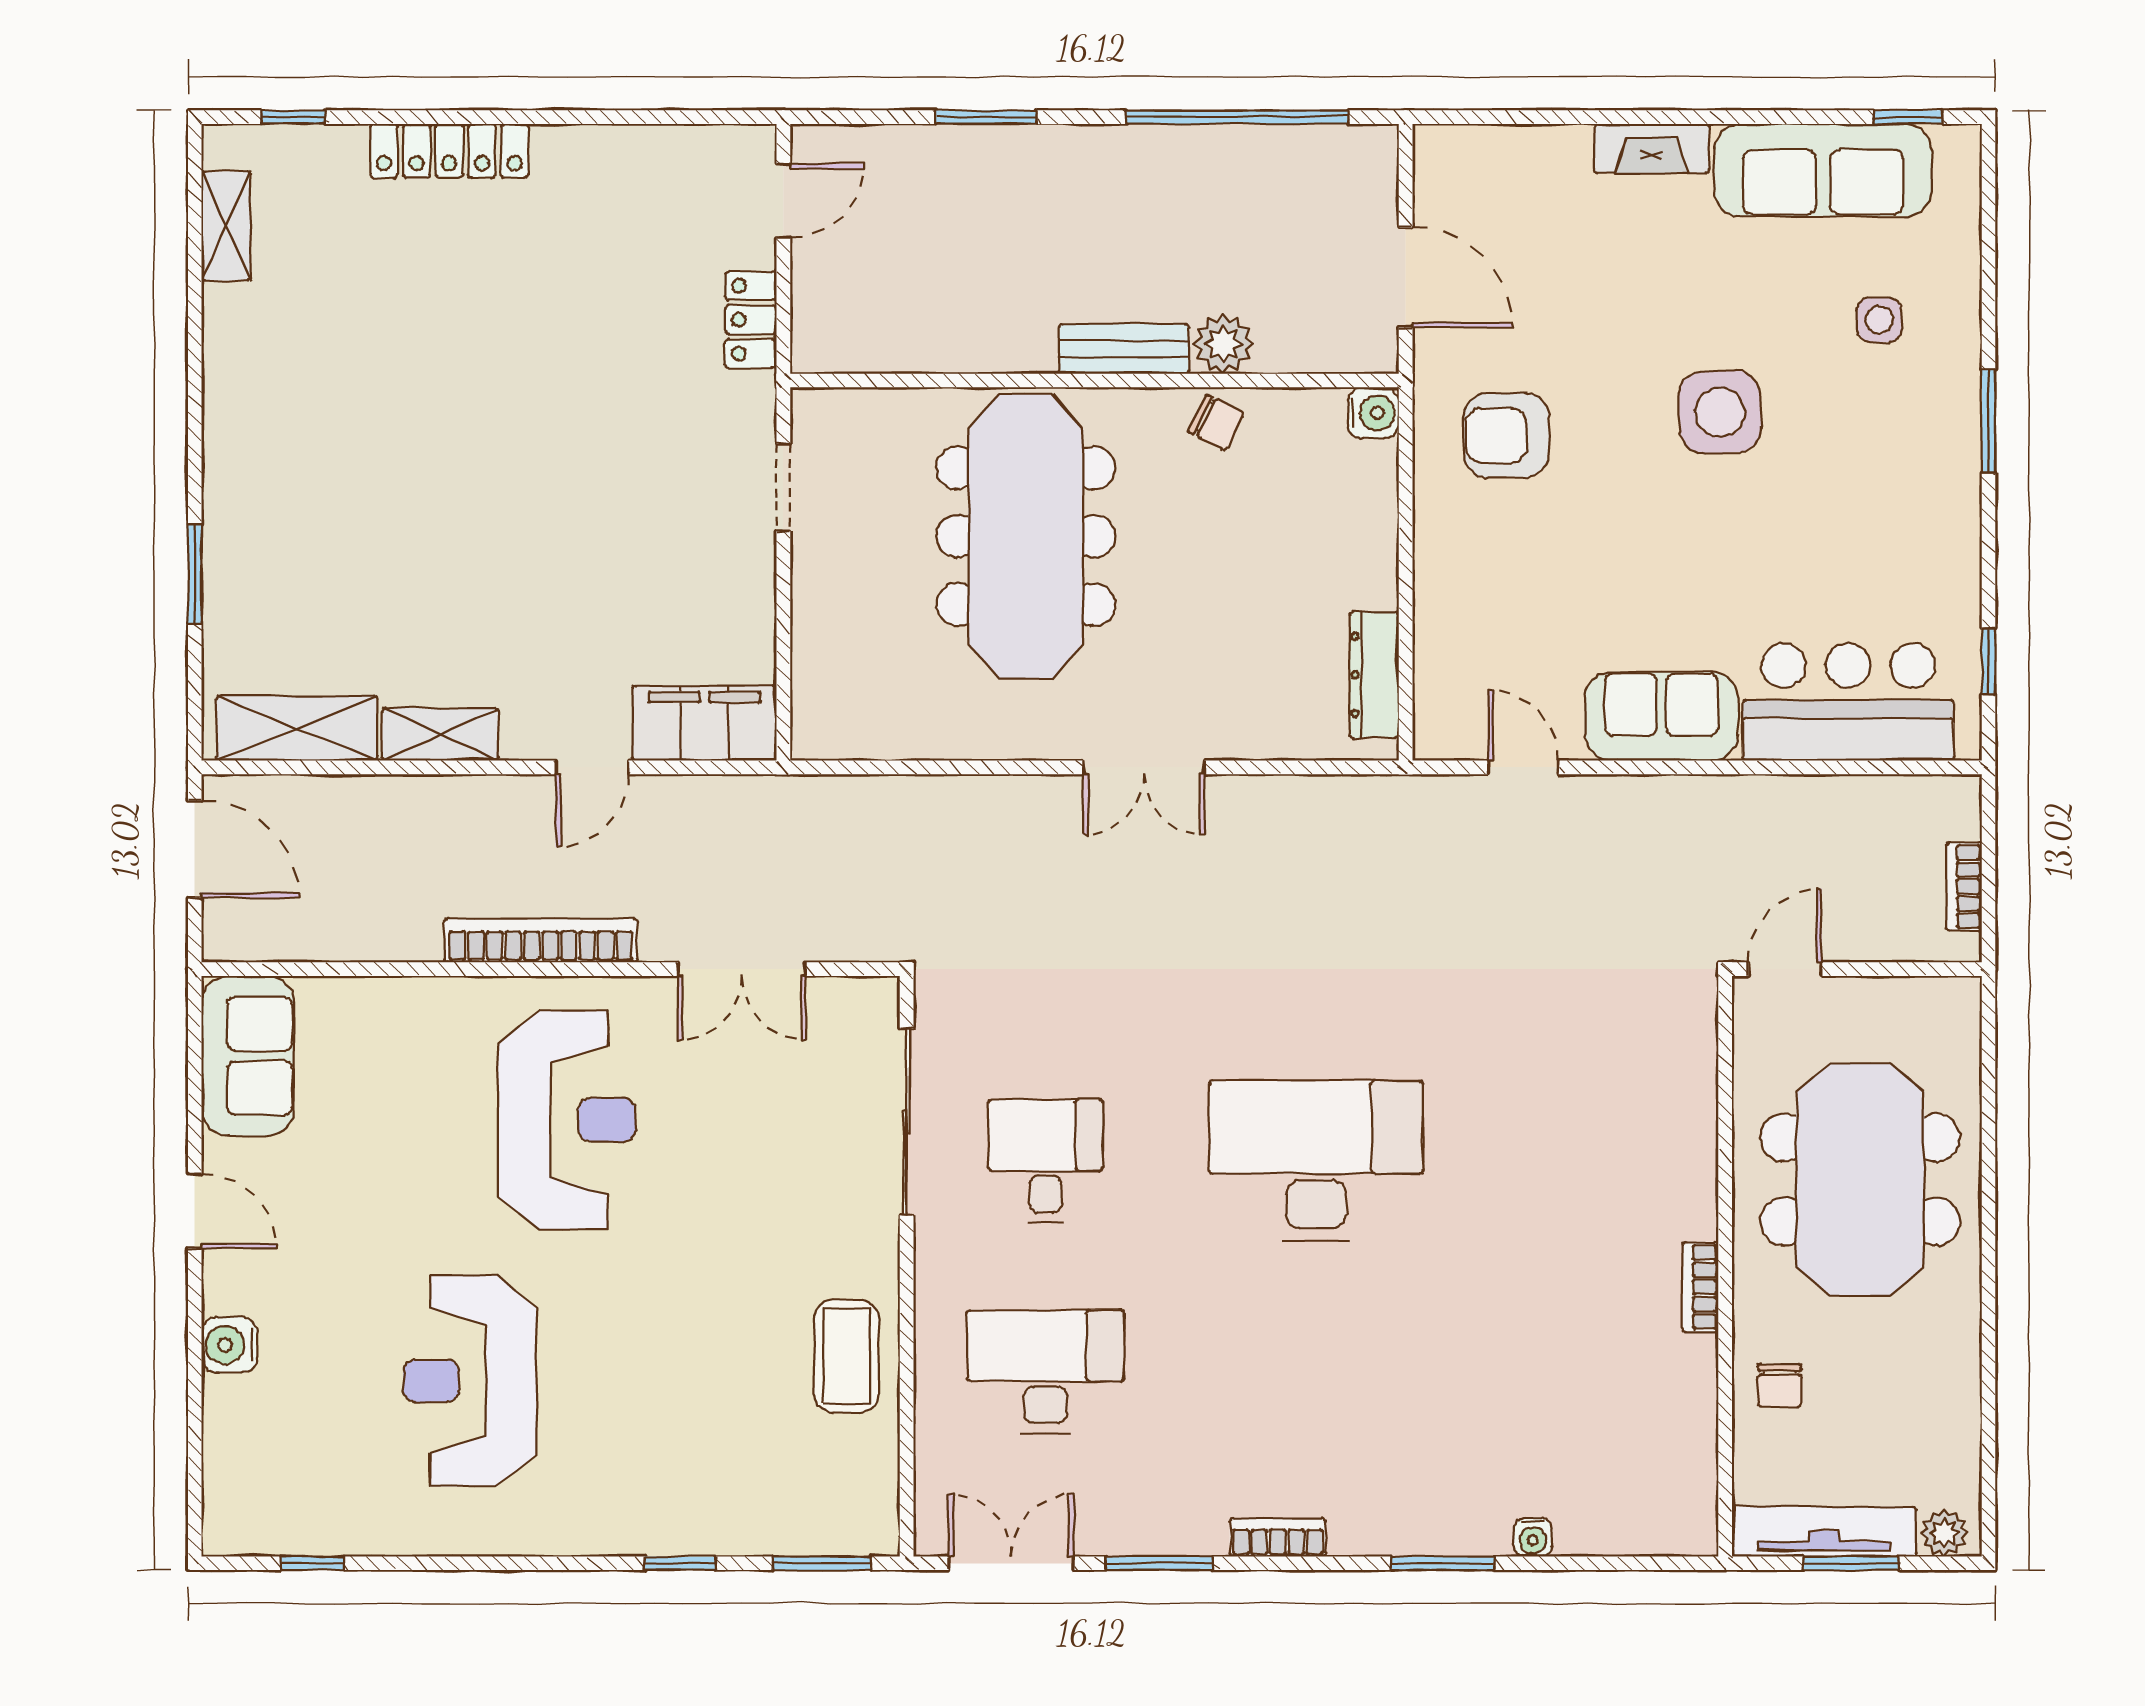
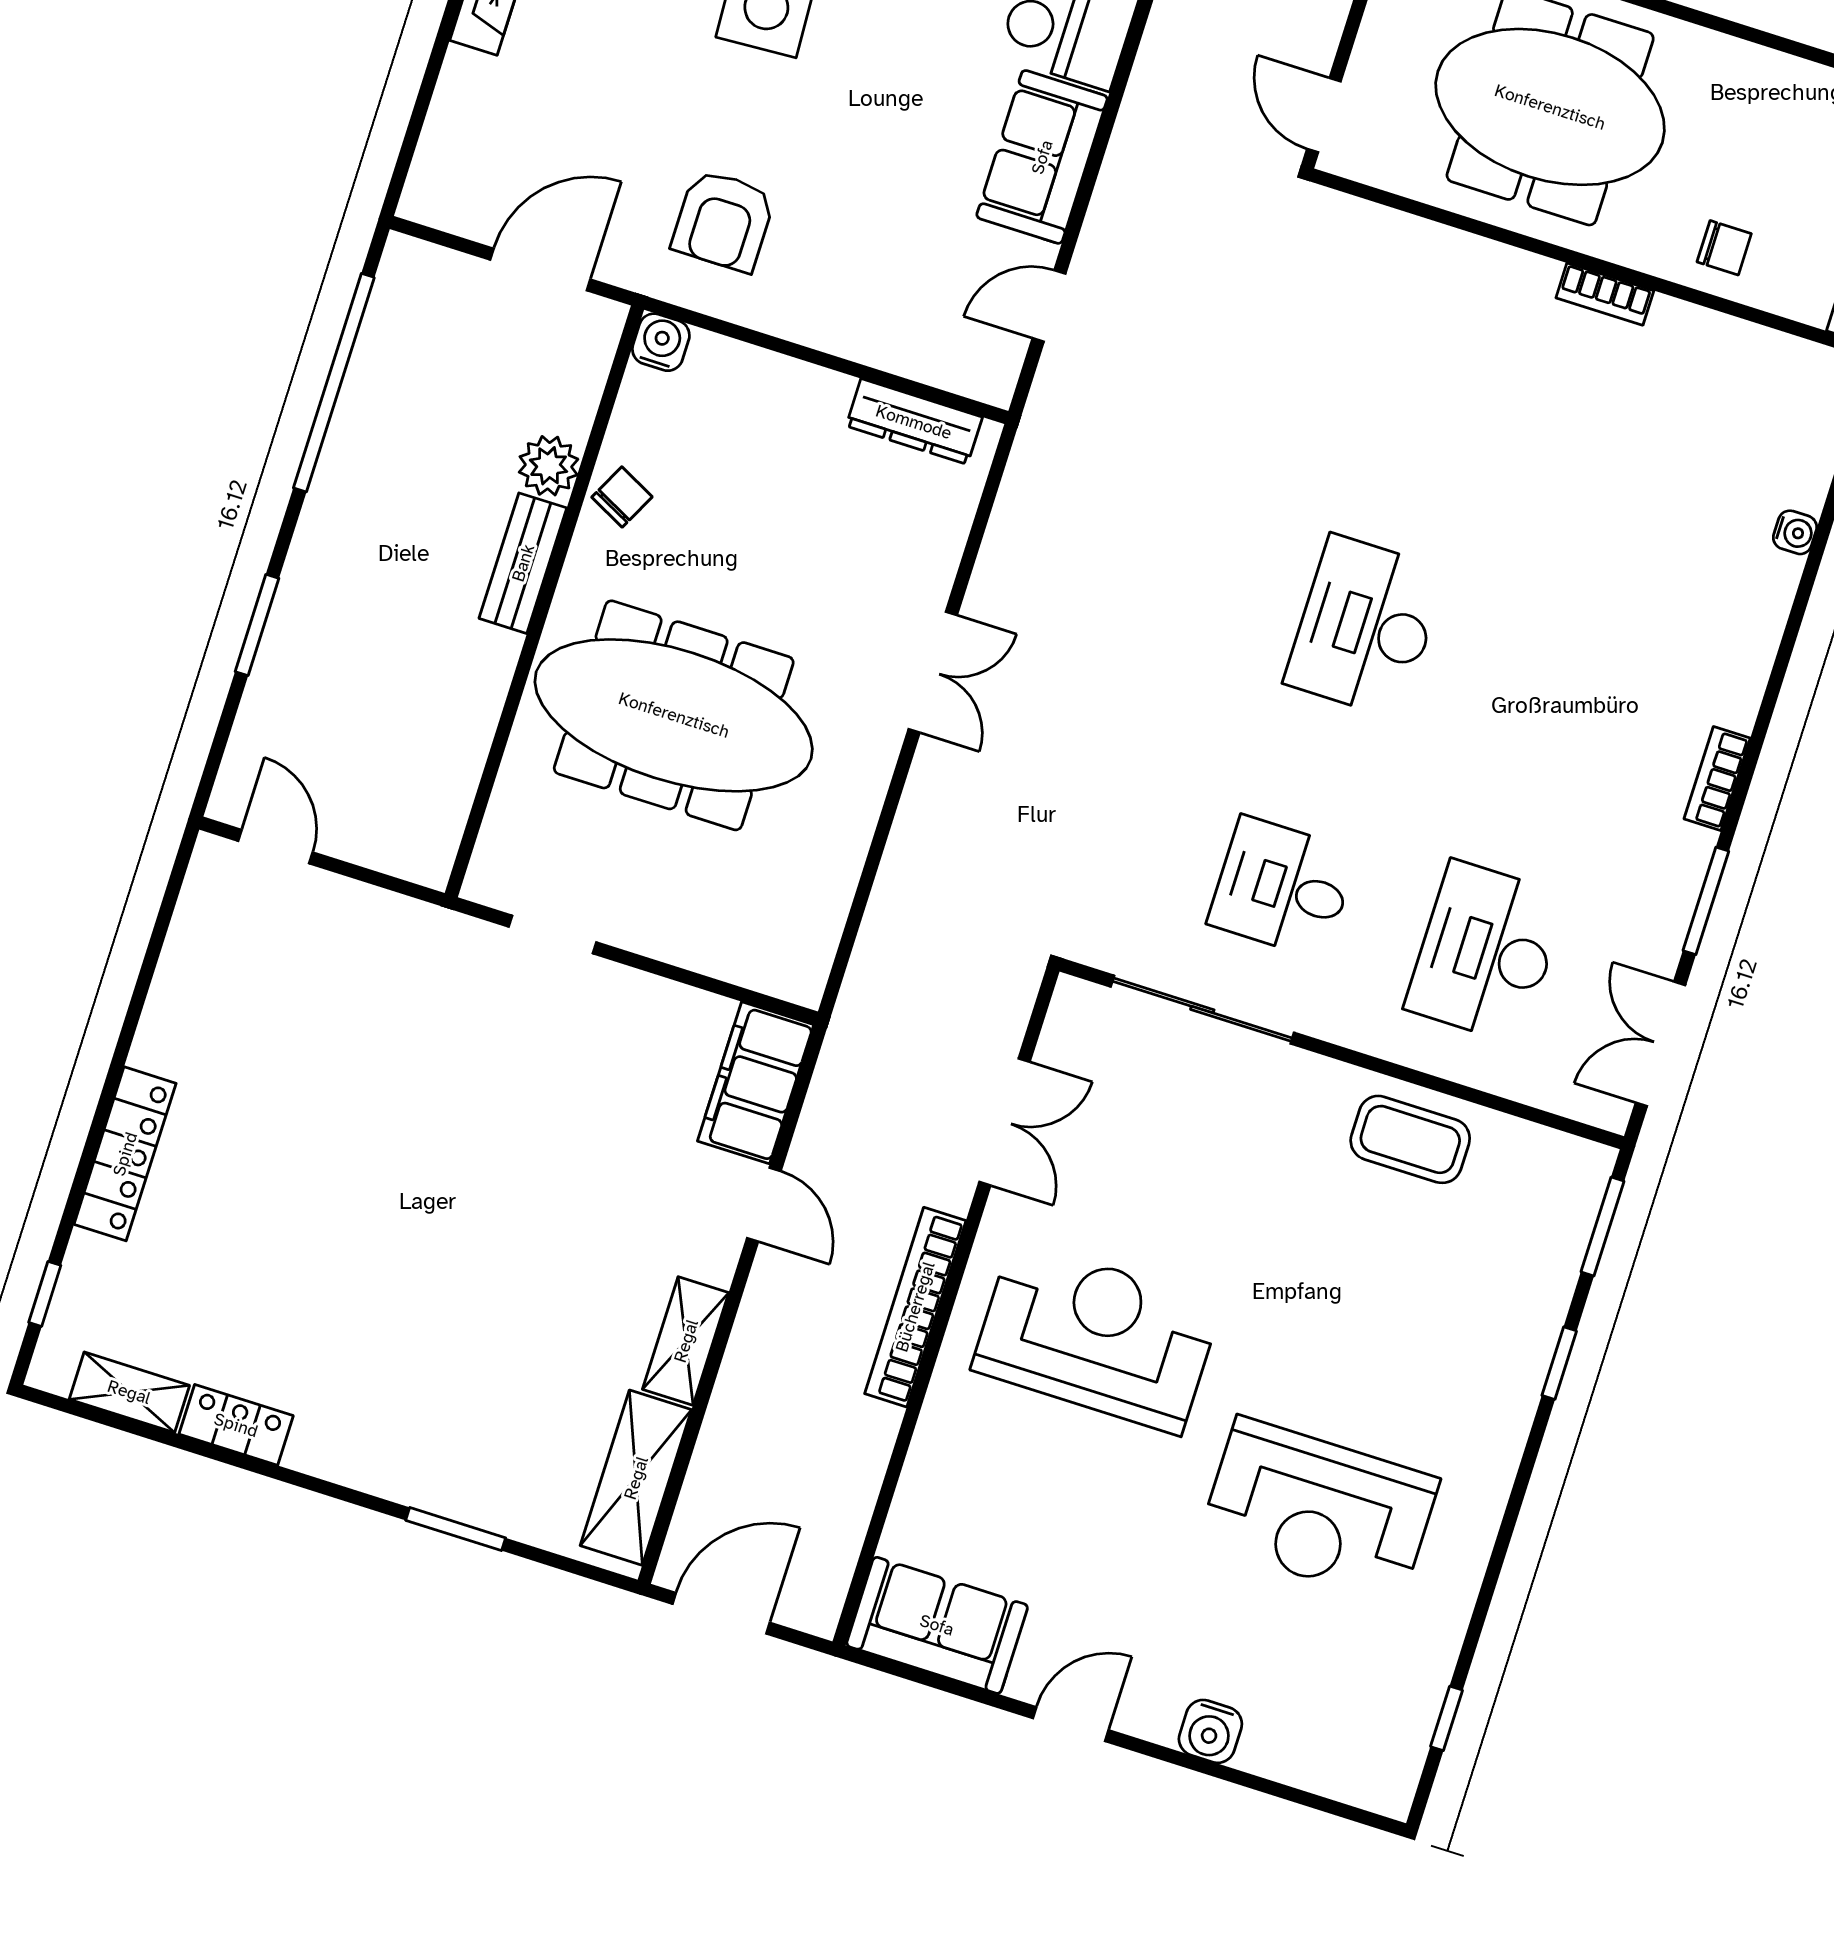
locker: (751, 320) -> (236, 1425), moved, turned 180
desk: (1316, 1161) -> (1365, 627), width x0.73, depth x0.77
window: (1442, 1563) -> (1793, 628), removed

